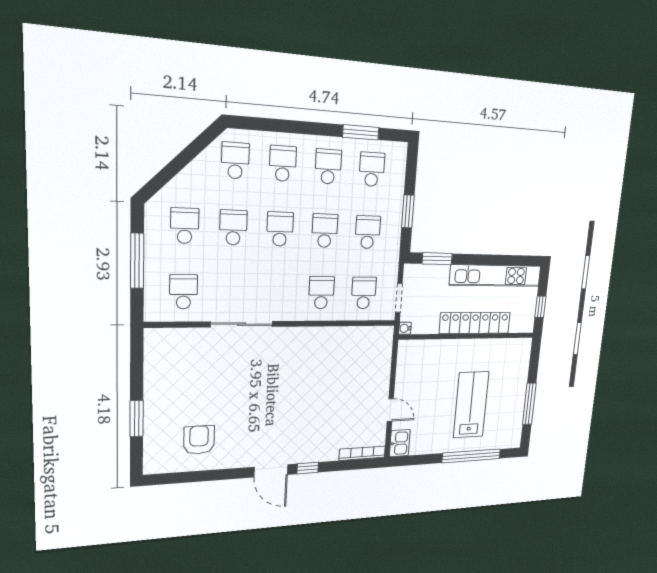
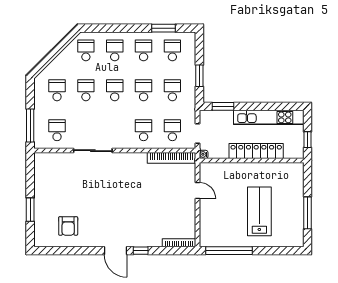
window: (137, 261) -> (30, 126), moved
bookcase: (360, 334) -> (171, 158), added
door: (390, 410) -> (197, 191), moved
armchair: (199, 440) -> (68, 226), turned 180
kitchen sink: (400, 443) -> (206, 237), removed
window: (471, 456) -> (229, 251), moved

